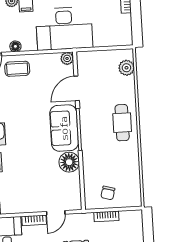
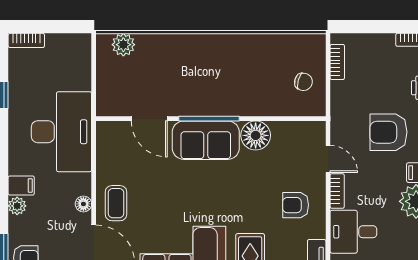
plant: (67, 58) -> (105, 130), removed
cafe table: (122, 123) -> (203, 55), removed
armchair: (23, 192) -> (296, 205), added
bookcase: (106, 216) -> (337, 62), moved

